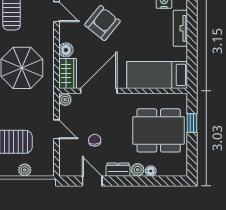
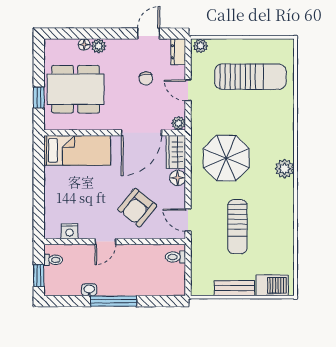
tv unit: (180, 28) -> (52, 202), removed
plant: (25, 170) -> (201, 46), moved
dresser: (118, 170) -> (178, 52), moved, turned 90
door: (92, 181) -> (149, 34), swing flipped

